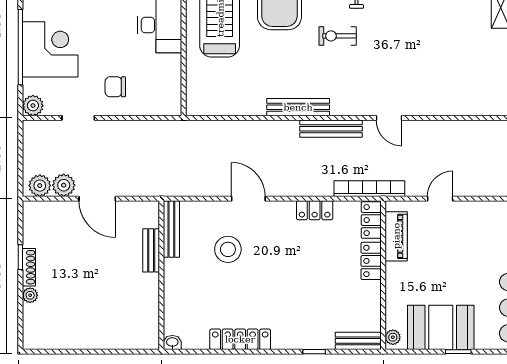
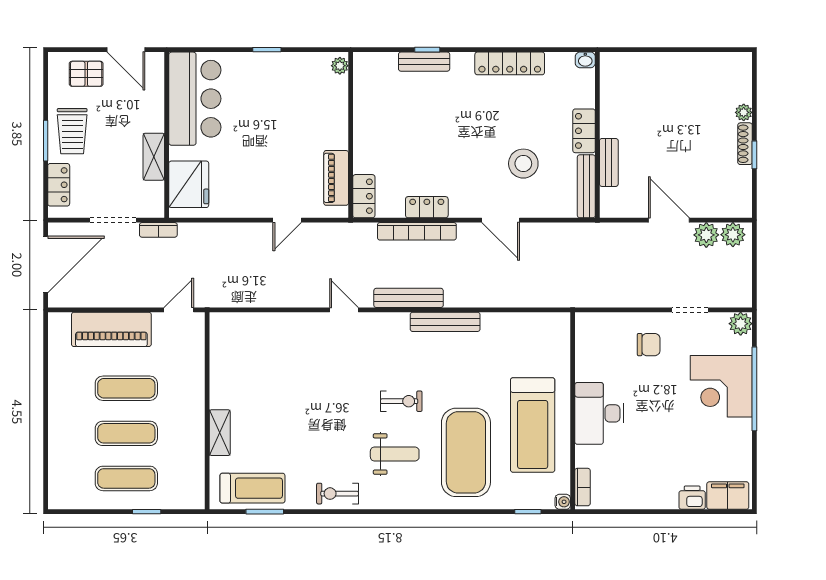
bookcase: (369, 189) -> (417, 231), moved
locker: (371, 261) -> (584, 131), moved, turned 180
booth: (441, 327) -> (286, 77), removed
bench: (358, 341) -> (424, 62), moved

